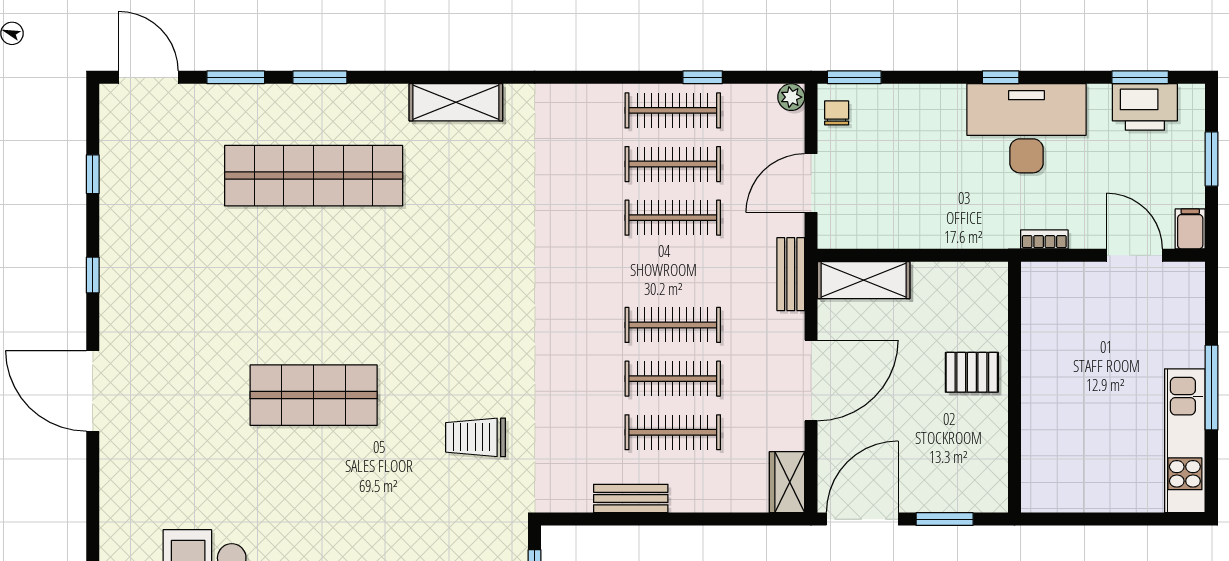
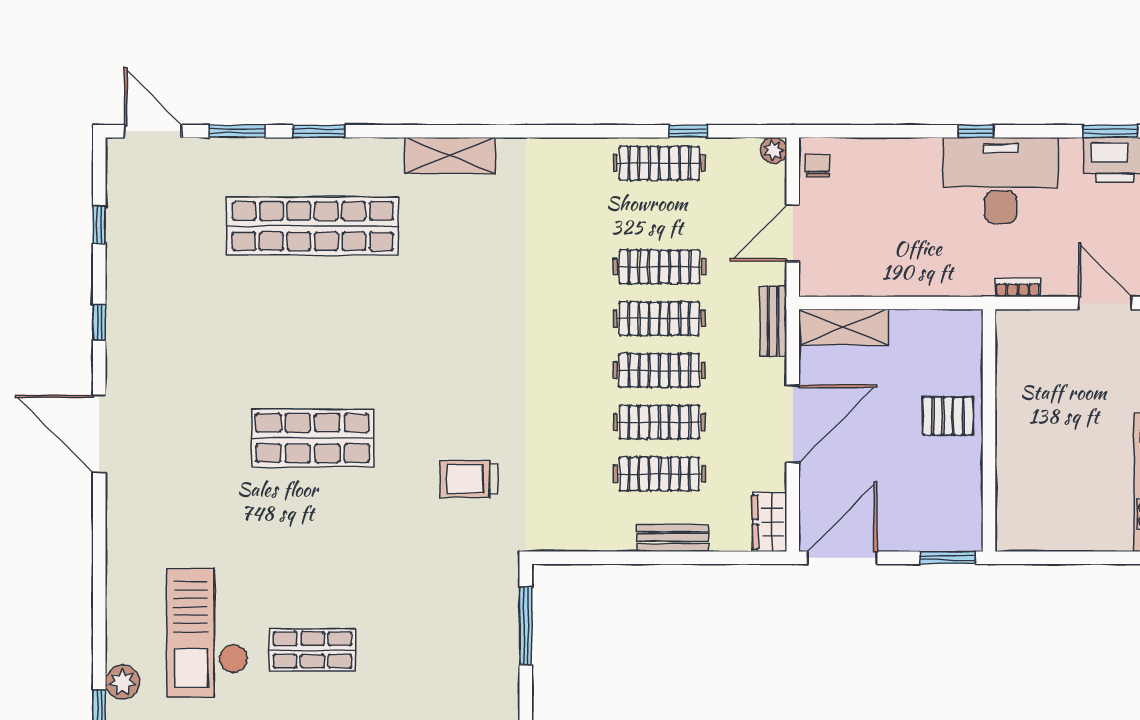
window: (854, 77) -> (834, 131), removed
clothes rail: (673, 164) -> (659, 319), moved
bench: (631, 499) -> (673, 538), moved
window: (945, 519) -> (948, 558), moved

